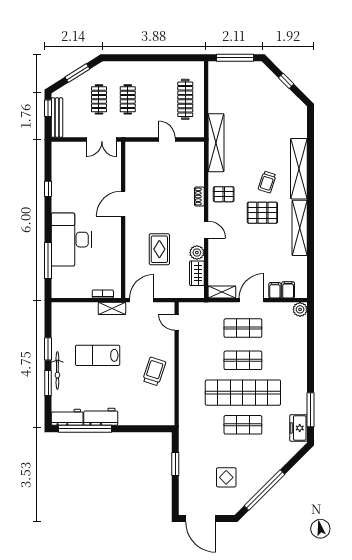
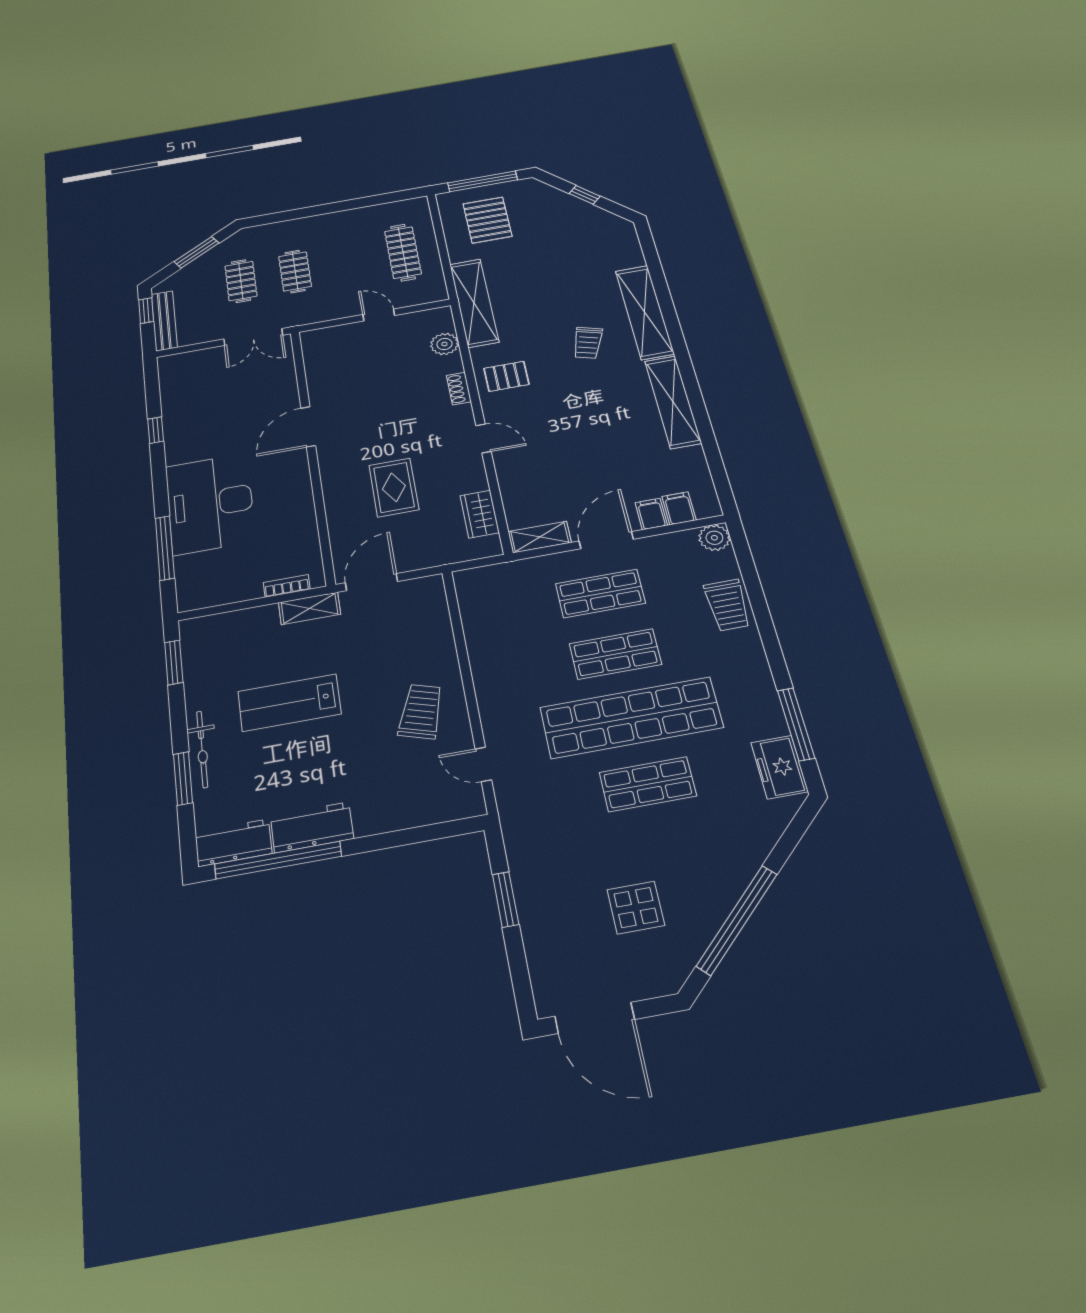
pallet: (262, 213) -> (487, 220), moved, turned 90
plant: (197, 253) -> (444, 344), moved
door: (177, 322) -> (483, 764), moved
trolley: (297, 346) -> (727, 605), added
window: (48, 349) -> (174, 662), moved

